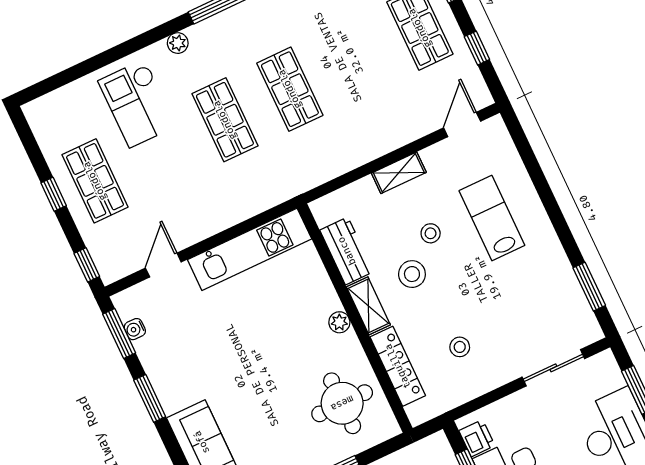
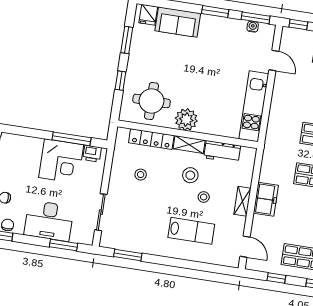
freezer: (373, 141) -> (266, 199), added
plant: (339, 322) -> (186, 120), width x1.88, depth x1.88

